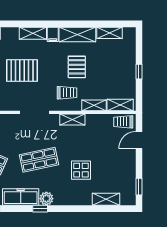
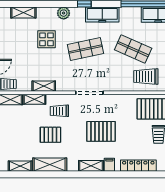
filing cabinet: (53, 34) -> (109, 165), moved
pallet: (77, 67) -> (50, 135), turned 90
shelving: (72, 120) -> (44, 86), moved
plant: (46, 199) -> (64, 13), moved

